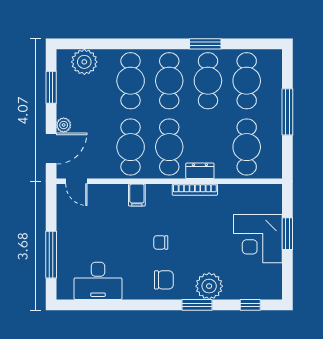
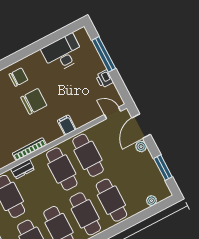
plant: (84, 62) -> (152, 201), width x0.53, depth x0.53
dresser: (200, 171) -> (23, 169), moved
printer: (65, 226) -> (104, 79), added
chair: (161, 242) -> (34, 101), width x1.87, depth x1.87
chair: (164, 280) -> (18, 77), turned 180

